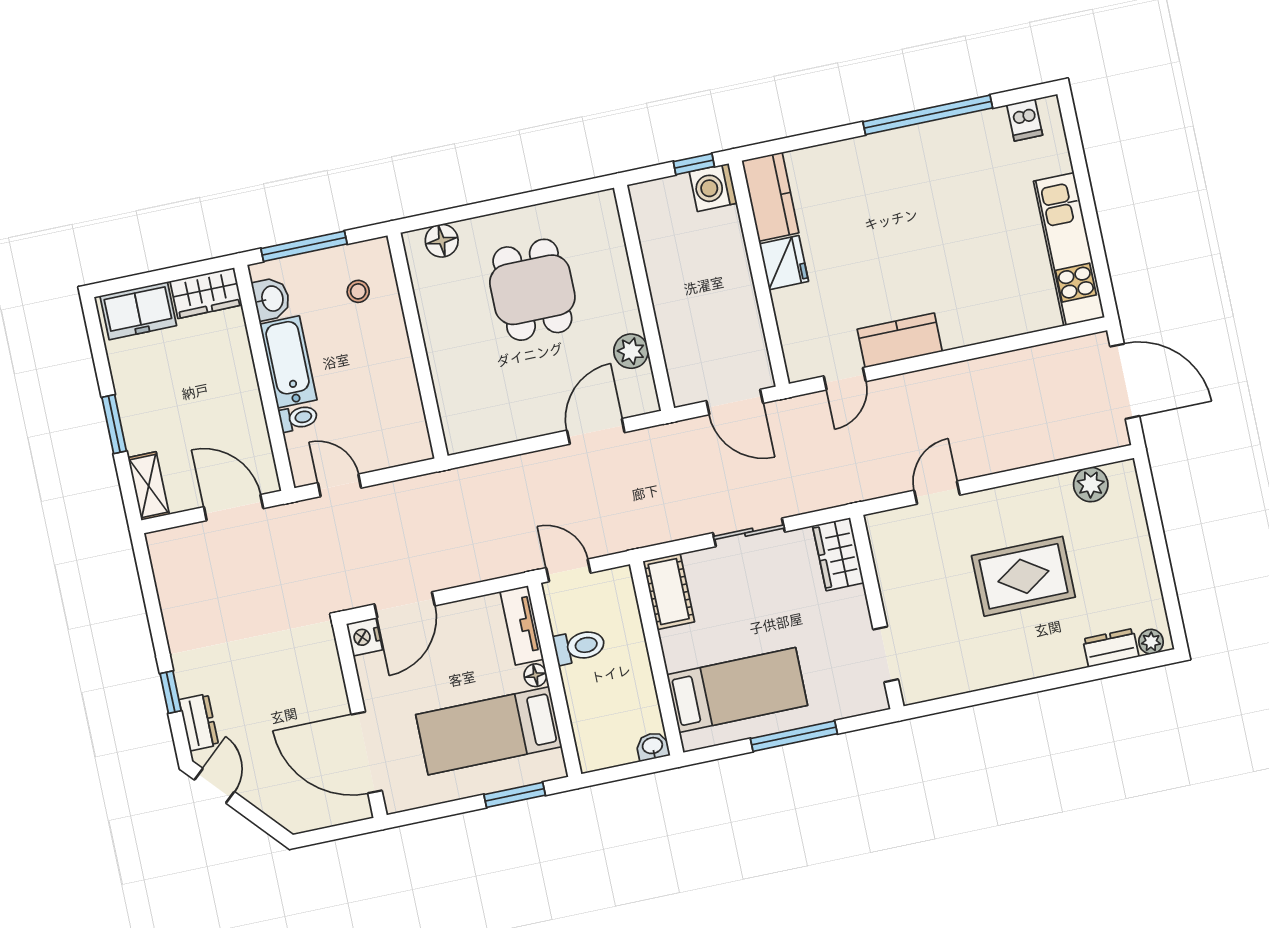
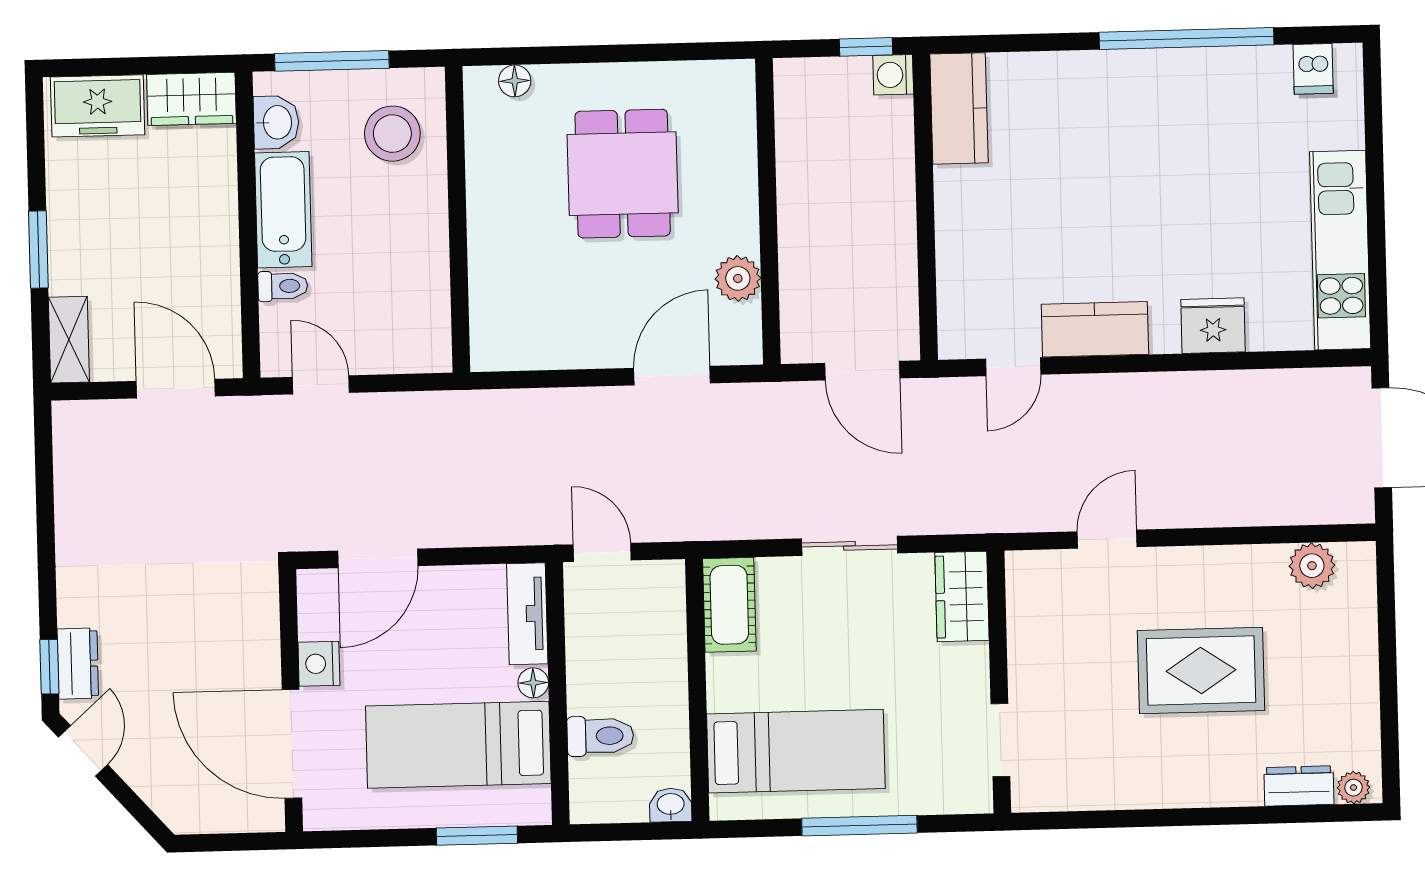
washing machine: (713, 187) -> (893, 75), width x0.73, depth x0.73
floor lamp: (442, 241) -> (515, 81), width x0.73, depth x0.73
fridge: (784, 263) -> (1213, 326), moved, turned -90
stool: (358, 291) -> (392, 134), width x1.89, depth x1.89
nightstand: (364, 637) -> (319, 664), moved
toilet: (579, 646) -> (600, 736), moved
window: (171, 692) -> (49, 667), moved

